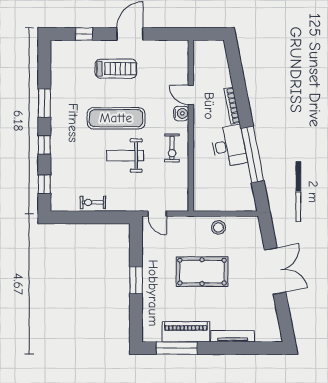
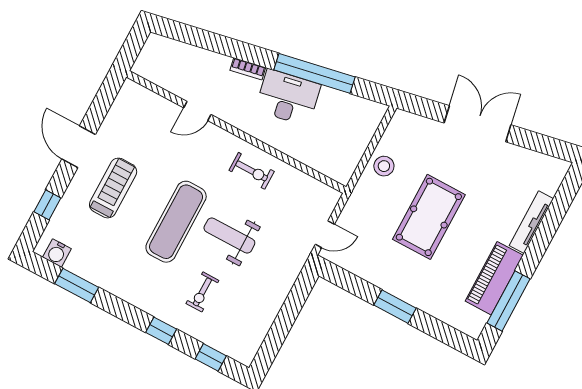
window: (44, 103) -> (77, 285), moved
bookcase: (232, 106) -> (248, 69), width x0.64
water cooler: (181, 113) -> (57, 253), moved, turned 180
weight bench: (125, 156) -> (229, 235), turned 90
exercise bike: (93, 202) -> (202, 292), moved

